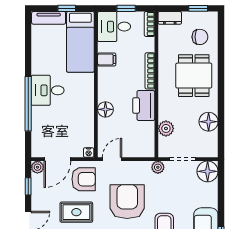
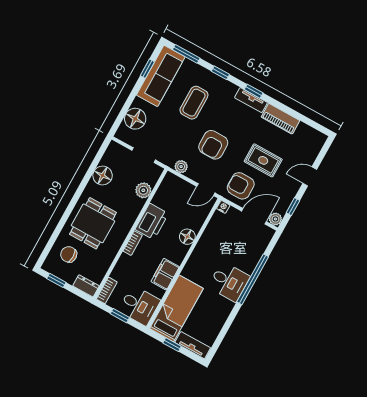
filing cabinet: (107, 59) -> (165, 274), width x2.00
bookcase: (150, 71) -> (133, 243), width x0.64
plant: (158, 167) -> (181, 167), moved
floor lamp: (208, 171) -> (135, 119), moved
armchair: (127, 202) -> (213, 145), width x0.73, depth x0.73

